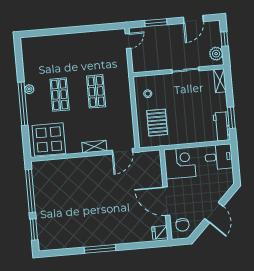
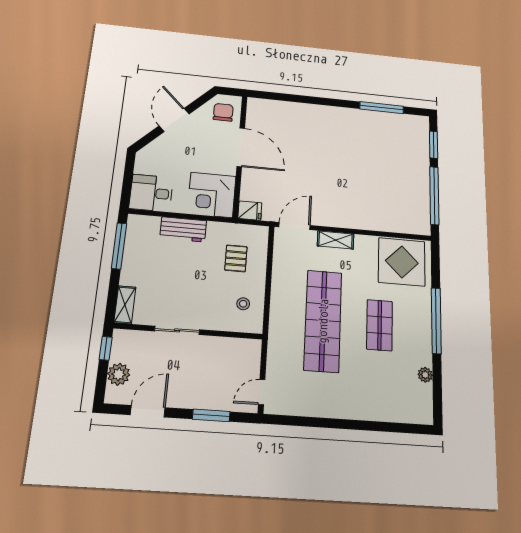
window: (224, 39) -> (106, 348), moved
plant: (216, 54) -> (119, 374), moved
plant: (29, 89) -> (425, 375), moved
shop shelf: (96, 91) -> (323, 321), width x2.00, depth x1.36
window: (231, 118) -> (119, 246), width x1.44
pallet: (157, 123) -> (236, 258), width x0.67, depth x0.71
workbench: (222, 126) -> (183, 229), moved, turned 90
fridge: (160, 232) -> (250, 211), moved
window: (100, 249) -> (382, 108), moved

